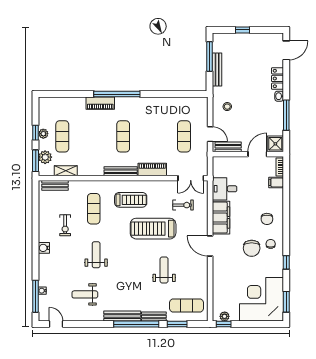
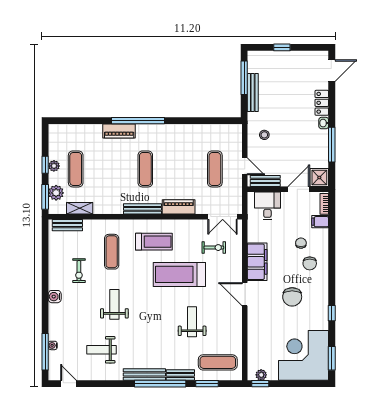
desk: (225, 189) -> (267, 206), moved, turned 90
chair: (271, 244) -> (301, 243), moved

